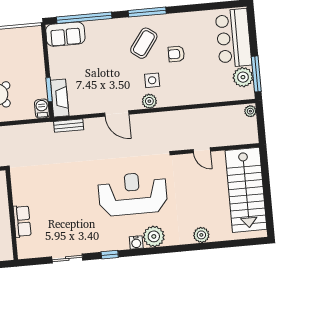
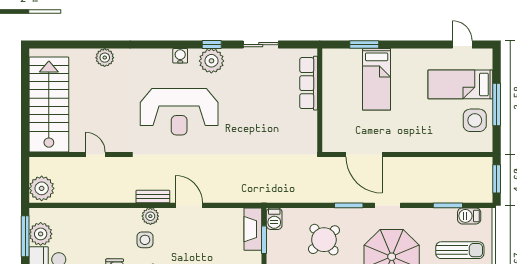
plant: (250, 111) -> (42, 188), width x1.87, depth x1.87
bench: (69, 126) -> (153, 197), moved
row of seats: (22, 221) -> (309, 83), width x1.48
plant: (154, 236) -> (211, 61), moved

